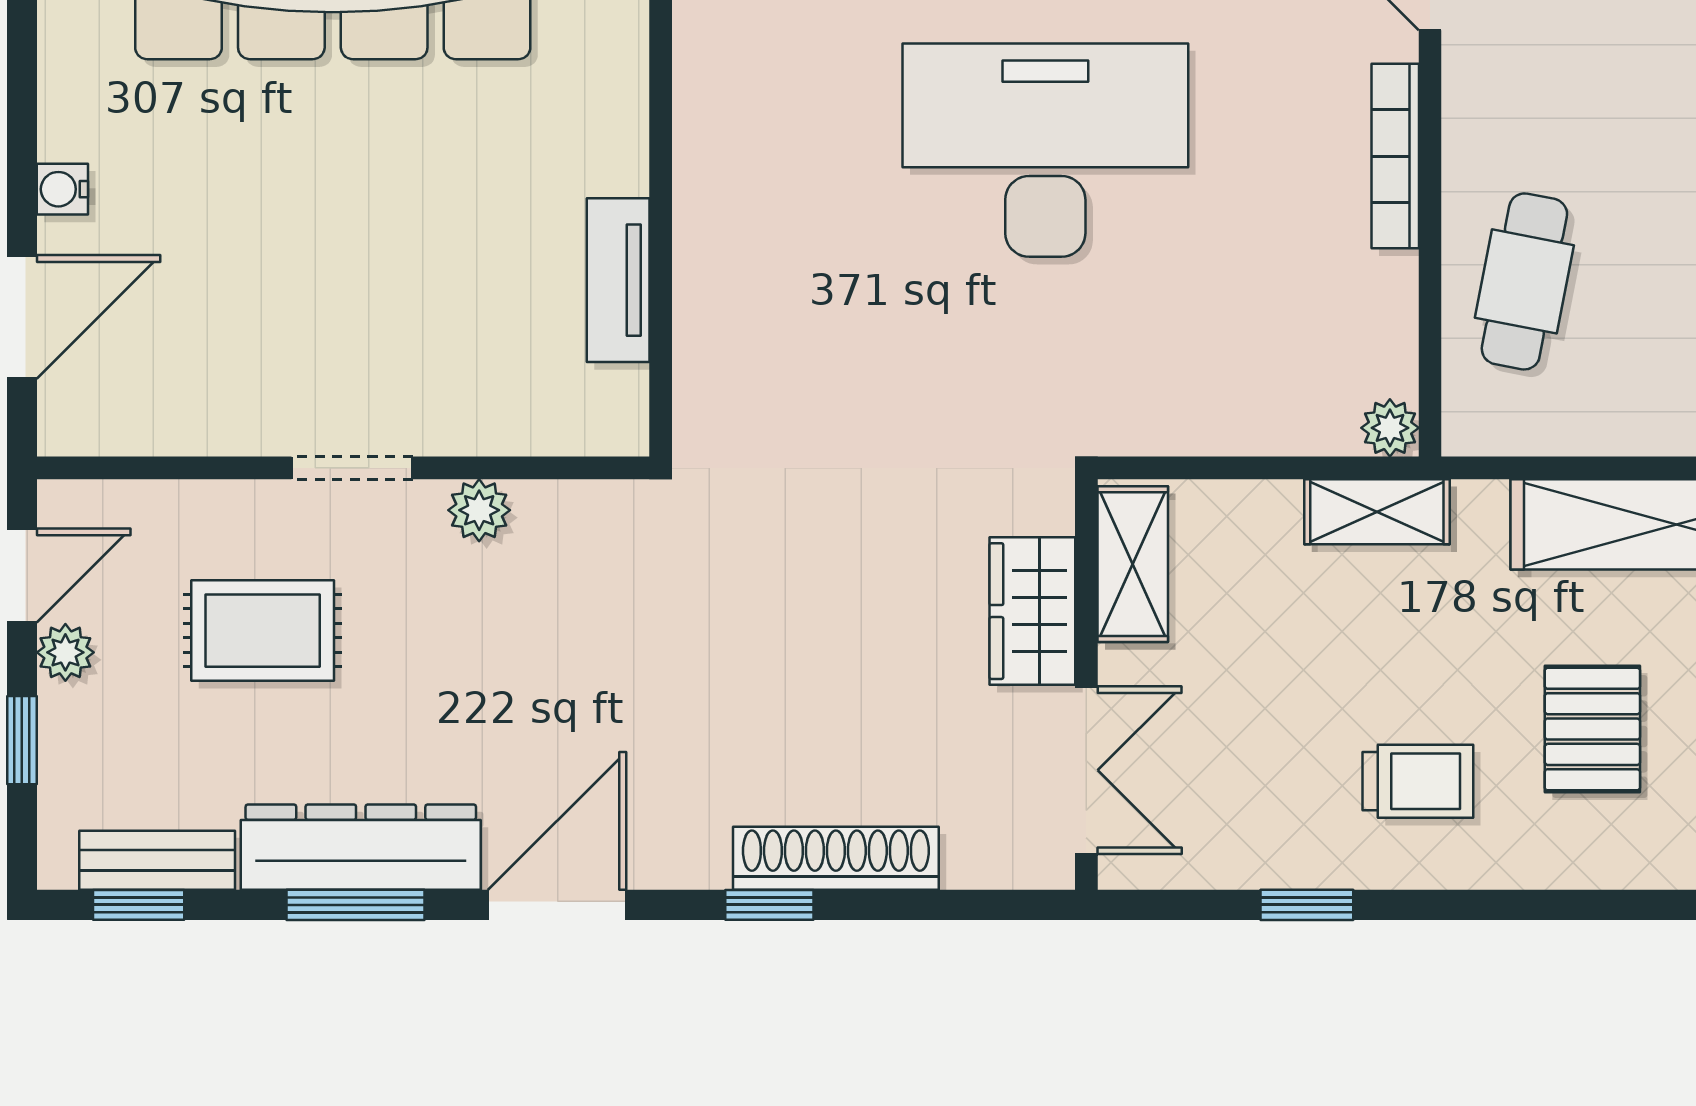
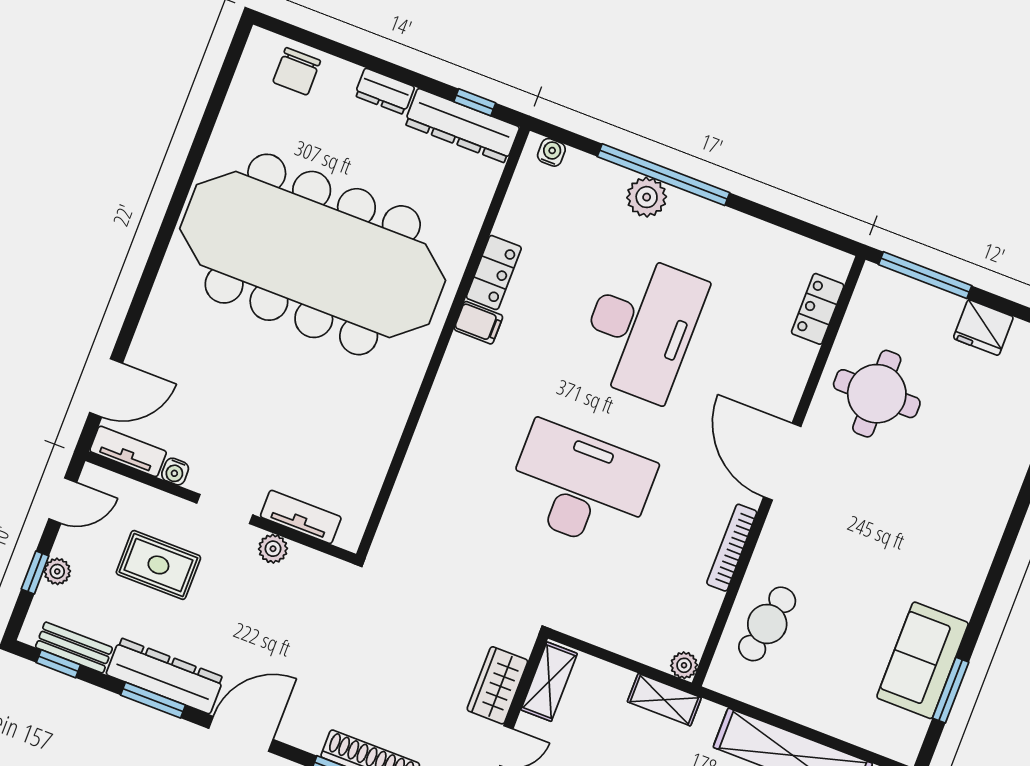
water cooler: (62, 189) -> (175, 472), moved, turned -90
tv unit: (618, 280) -> (301, 517), moved, turned 90
tv unit: (115, 427) -> (128, 451), added
plant: (65, 652) -> (57, 571), moved

